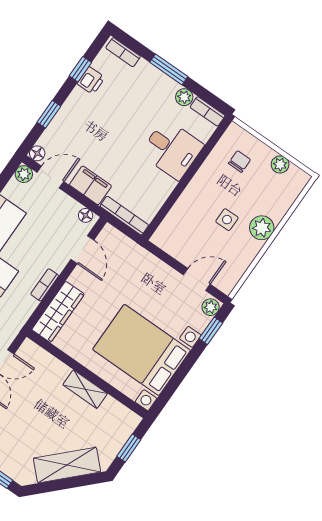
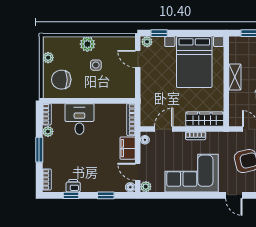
chair: (239, 162) -> (61, 80), width x1.87, depth x1.87

